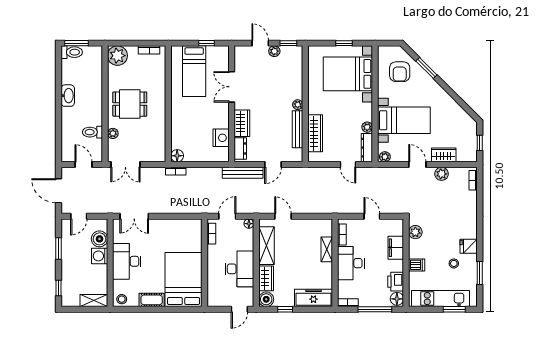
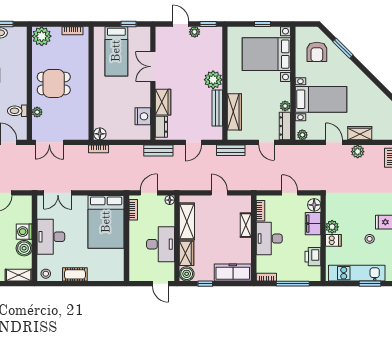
plant: (298, 105) -> (213, 80), width x1.87, depth x1.87
bench: (243, 173) -> (158, 150), width x0.73
bench: (311, 173) -> (231, 150), added
door: (283, 216) -> (219, 193), moved
plant: (415, 232) -> (332, 227), moved
boiler: (99, 239) -> (24, 248), moved
bed: (184, 280) -> (106, 222), moved, turned 180
floor lamp: (397, 299) -> (314, 205), moved
door: (239, 309) -> (160, 284), hinge flipped

